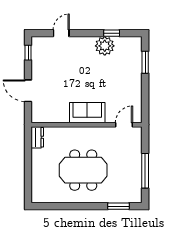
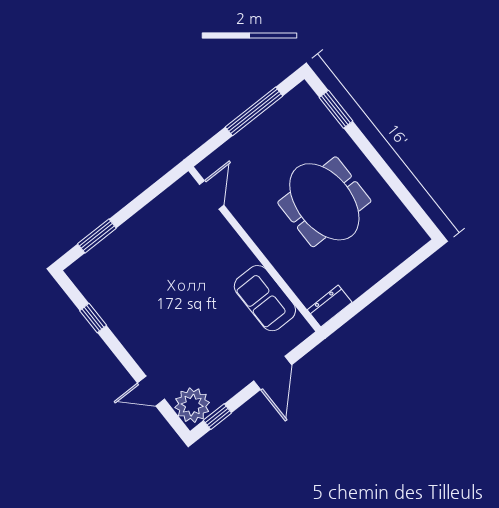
plant: (105, 46) -> (192, 405), moved
sofa: (87, 113) -> (265, 298), moved
door: (124, 125) -> (212, 195), swing flipped

